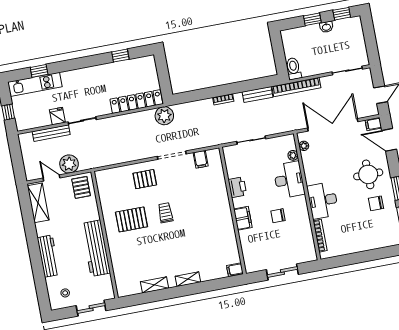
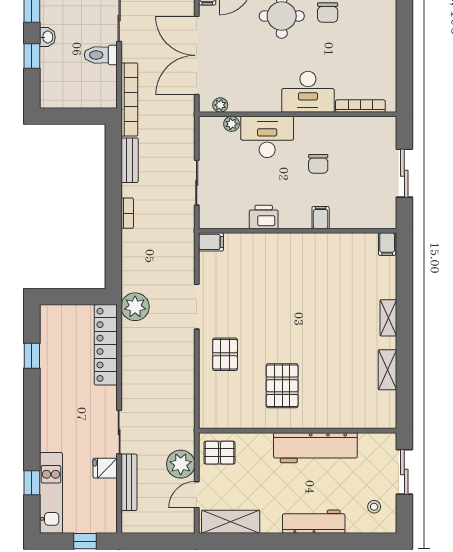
toilet: (293, 69) -> (101, 55), moved
filing cabinet: (201, 159) -> (211, 242), moved
trolley: (165, 213) -> (282, 333), removed
filing cabinet: (243, 218) -> (321, 218), width x0.50

